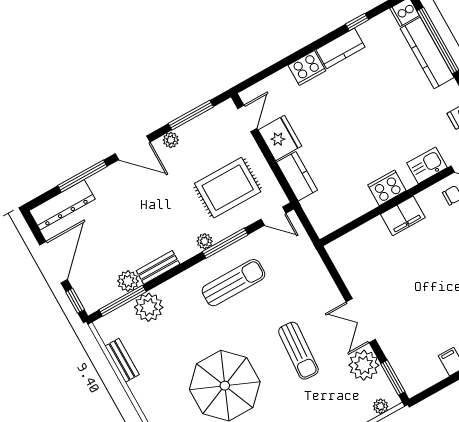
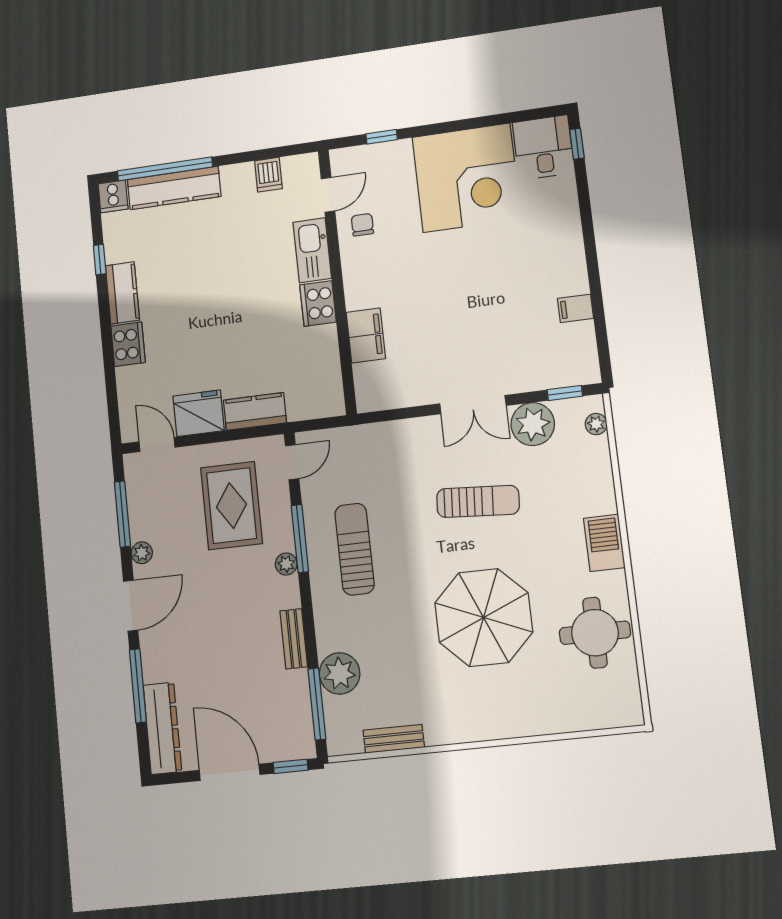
kitchen sink: (427, 165) -> (312, 250), width x1.38
filing cabinet: (403, 216) -> (366, 335), moved
plant: (128, 281) -> (295, 686), removed
window: (393, 378) -> (565, 393), width x0.67

